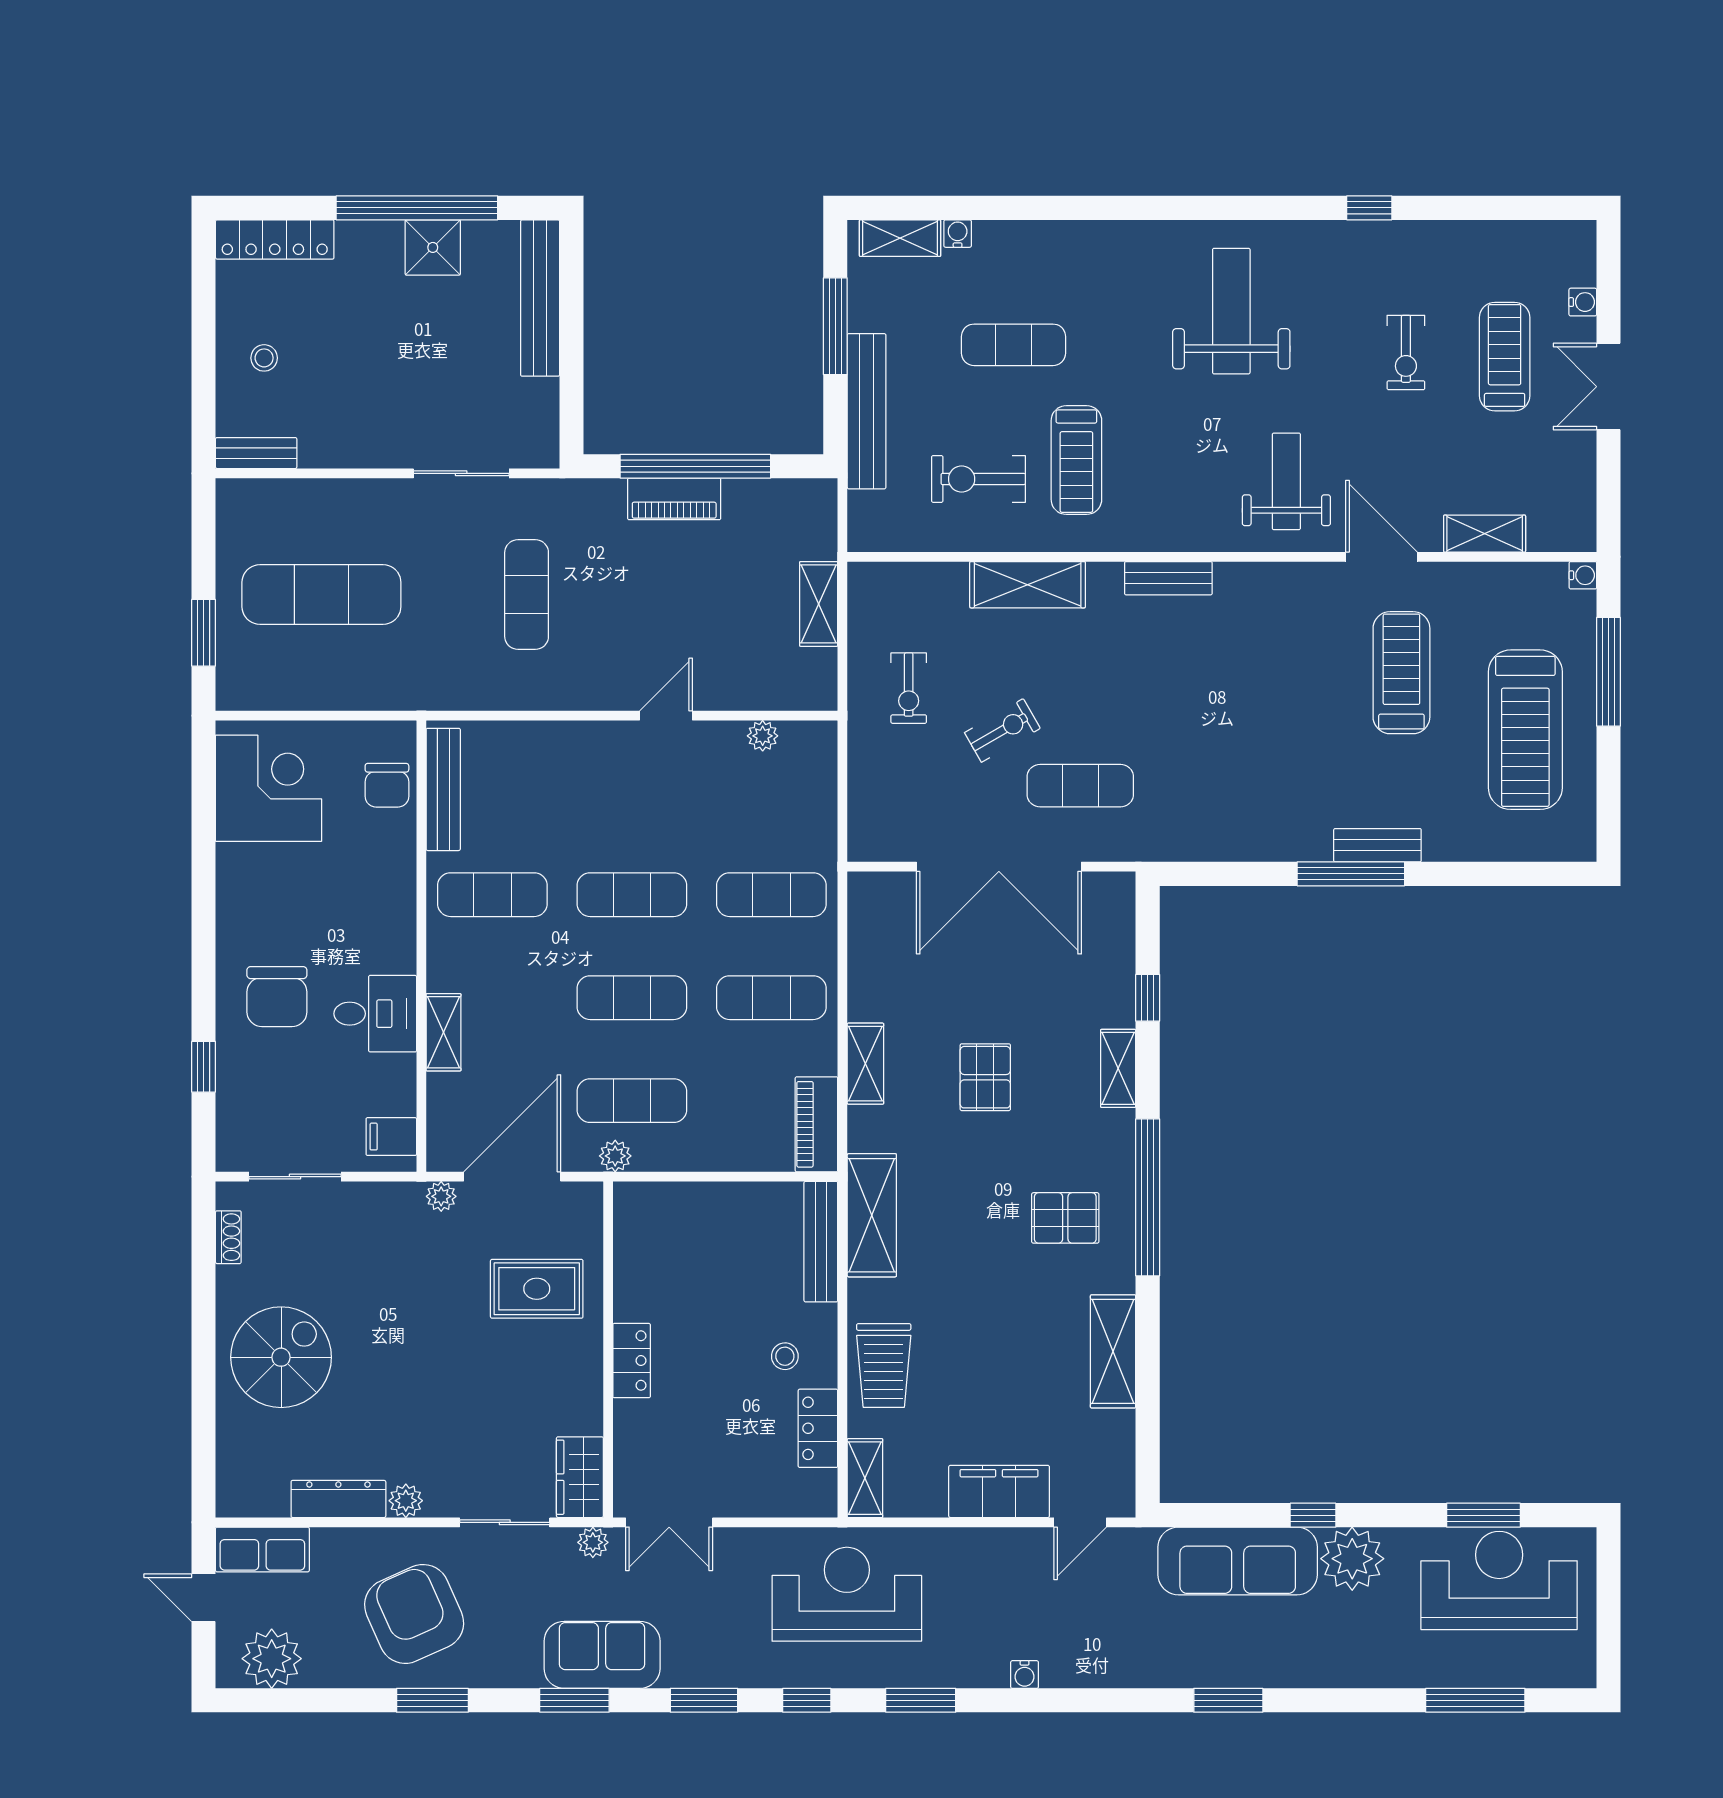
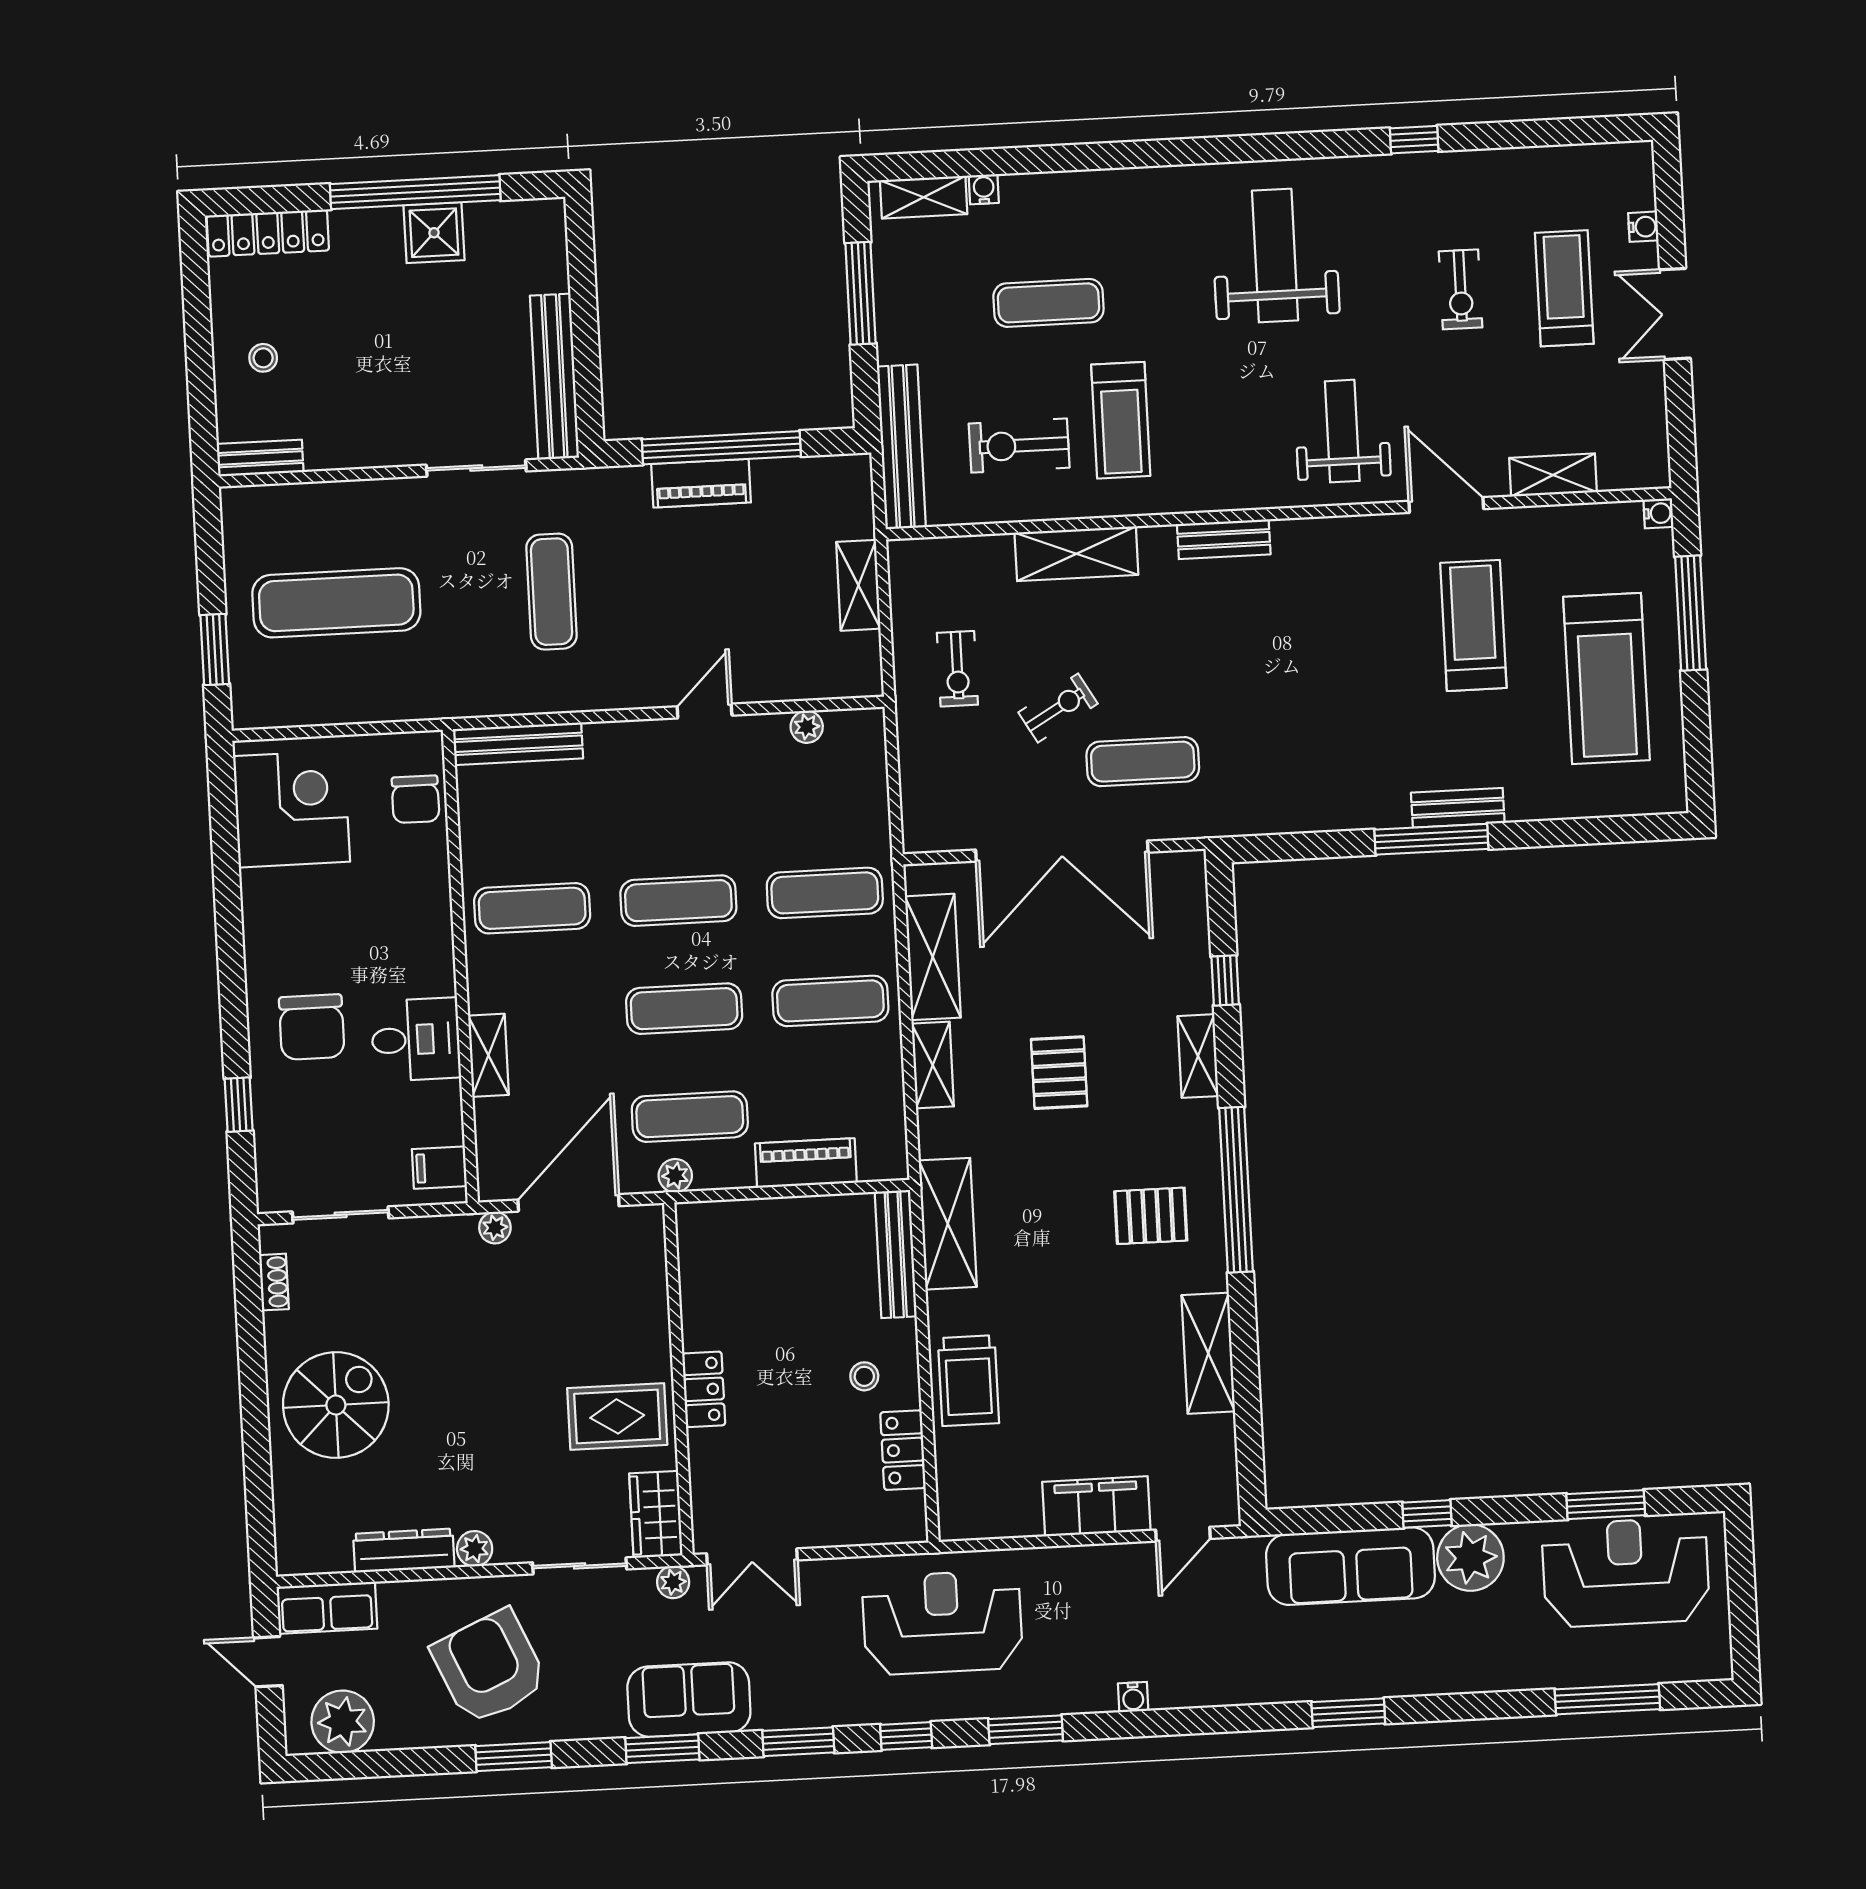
bench: (540, 298) -> (554, 377), moved
bench: (867, 411) -> (901, 447), moved
bench: (443, 789) -> (518, 744), moved, turned 90
piano: (816, 1124) -> (806, 1163), moved, turned 90
rug: (537, 1289) -> (617, 1416), moved
shelving: (865, 1478) -> (933, 957), moved, width x1.50, depth x1.33

